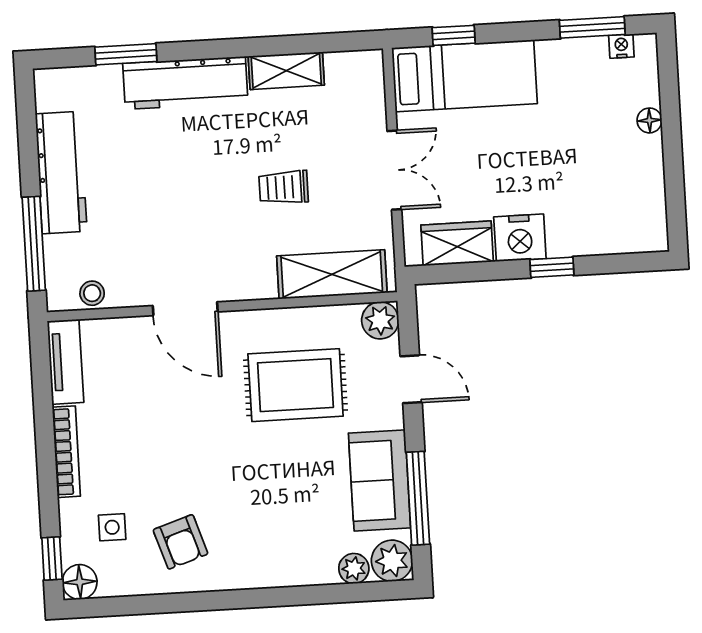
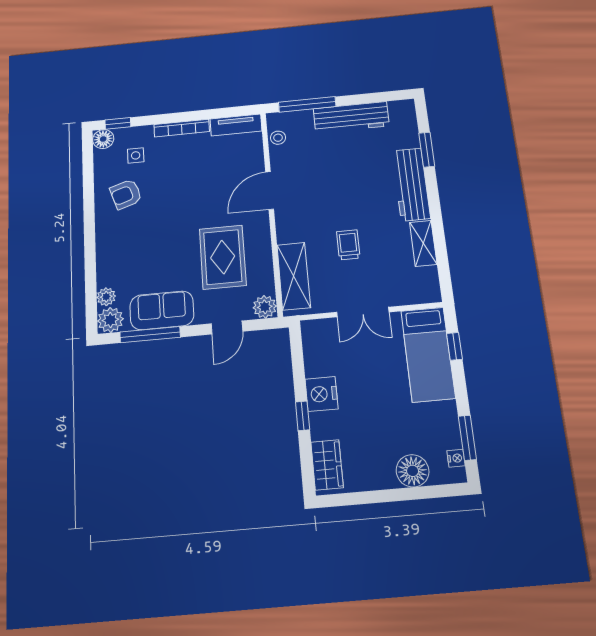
floor lamp: (649, 120) -> (413, 471), width x1.89, depth x1.89
wardrobe: (457, 243) -> (327, 465), moved

